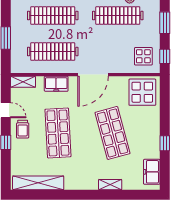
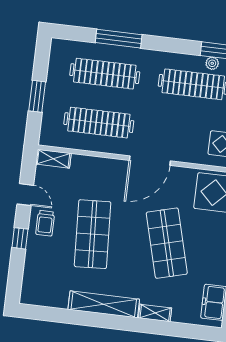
freezer: (56, 84) -> (98, 167), removed
shelving: (38, 183) -> (104, 304), moved

